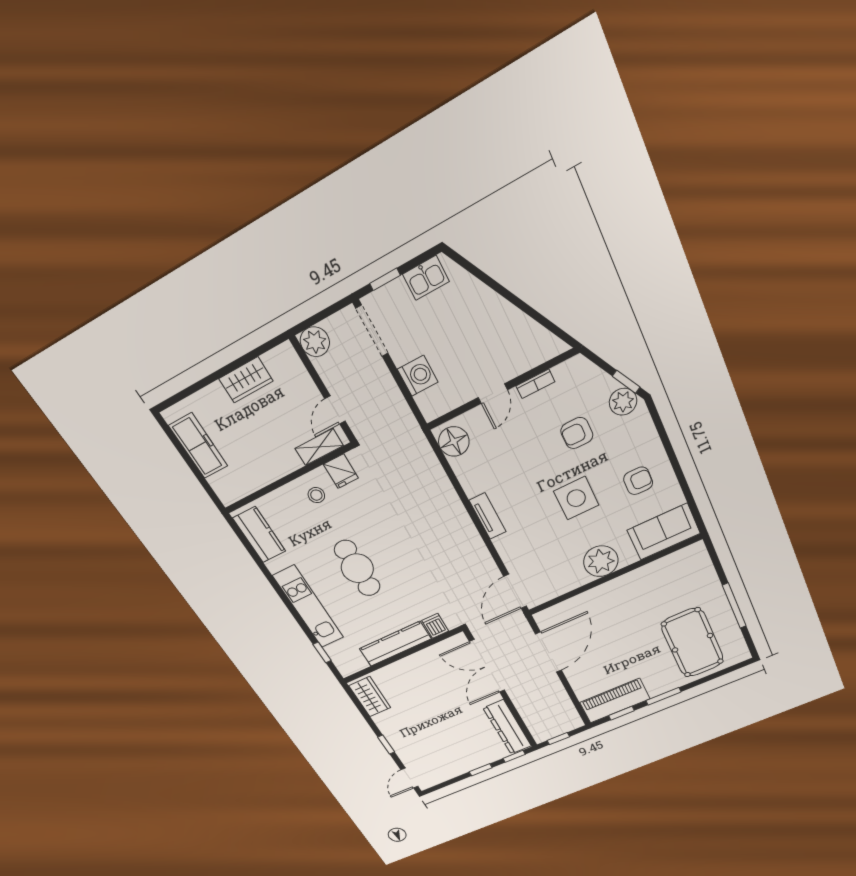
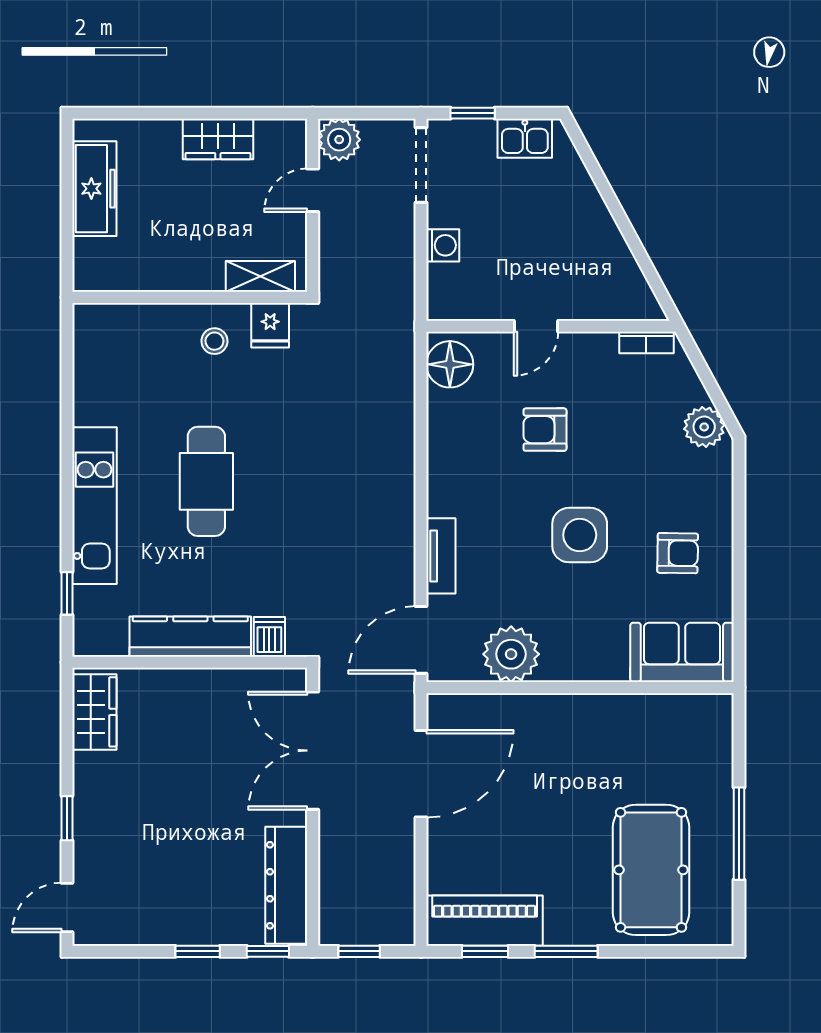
washing machine: (418, 376) -> (443, 245), width x0.73, depth x0.73
window: (626, 382) -> (720, 402), removed
bookcase: (535, 384) -> (646, 343), moved
door: (335, 410) -> (313, 190), moved
armchair: (577, 433) -> (545, 430), moved
tv unit: (488, 516) -> (441, 556), moved
kitchen counter: (259, 535) -> (95, 356), removed
plant: (601, 561) -> (511, 654), moved

